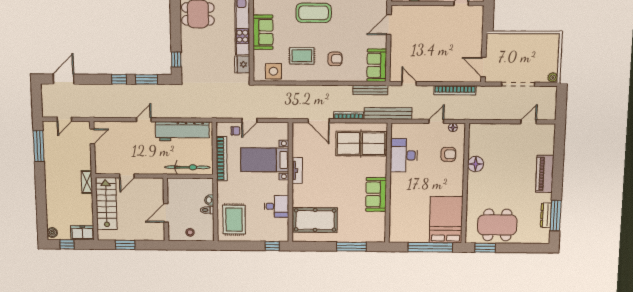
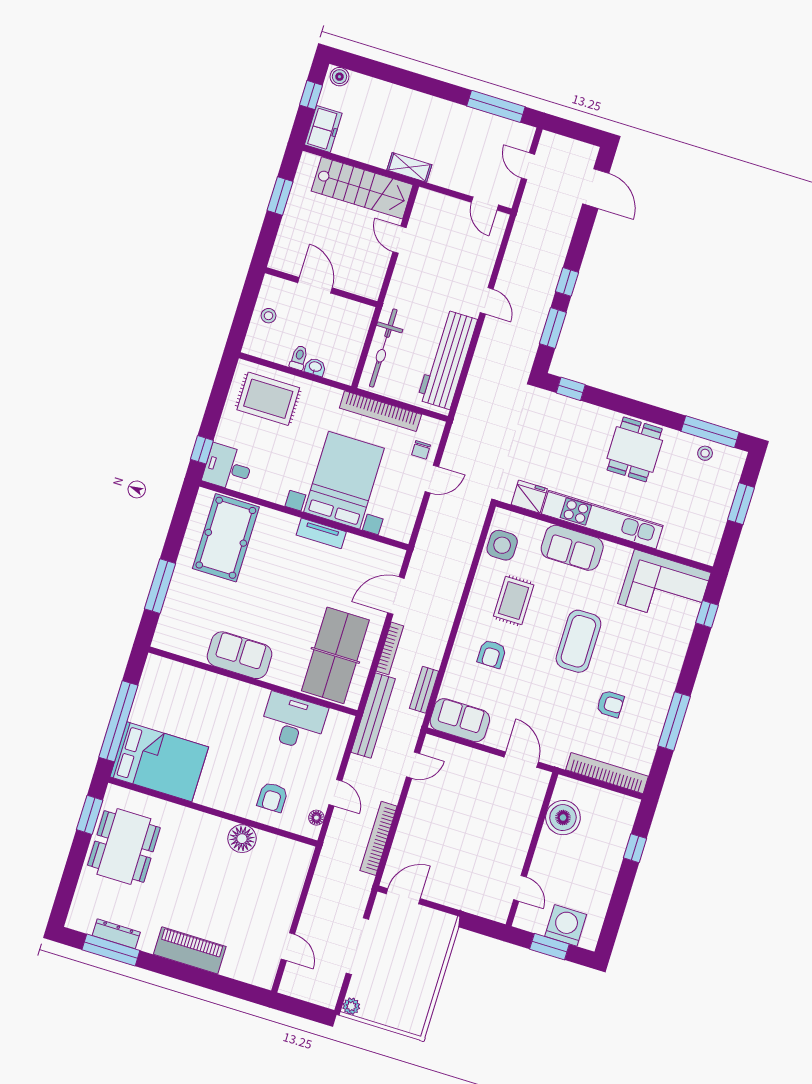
bench: (370, 90) -> (424, 690), width x0.73
door: (249, 120) -> (432, 479), swing flipped
bed with nightstands: (265, 160) -> (344, 480), width x1.36
desk: (276, 206) -> (228, 468), moved, turned 90

